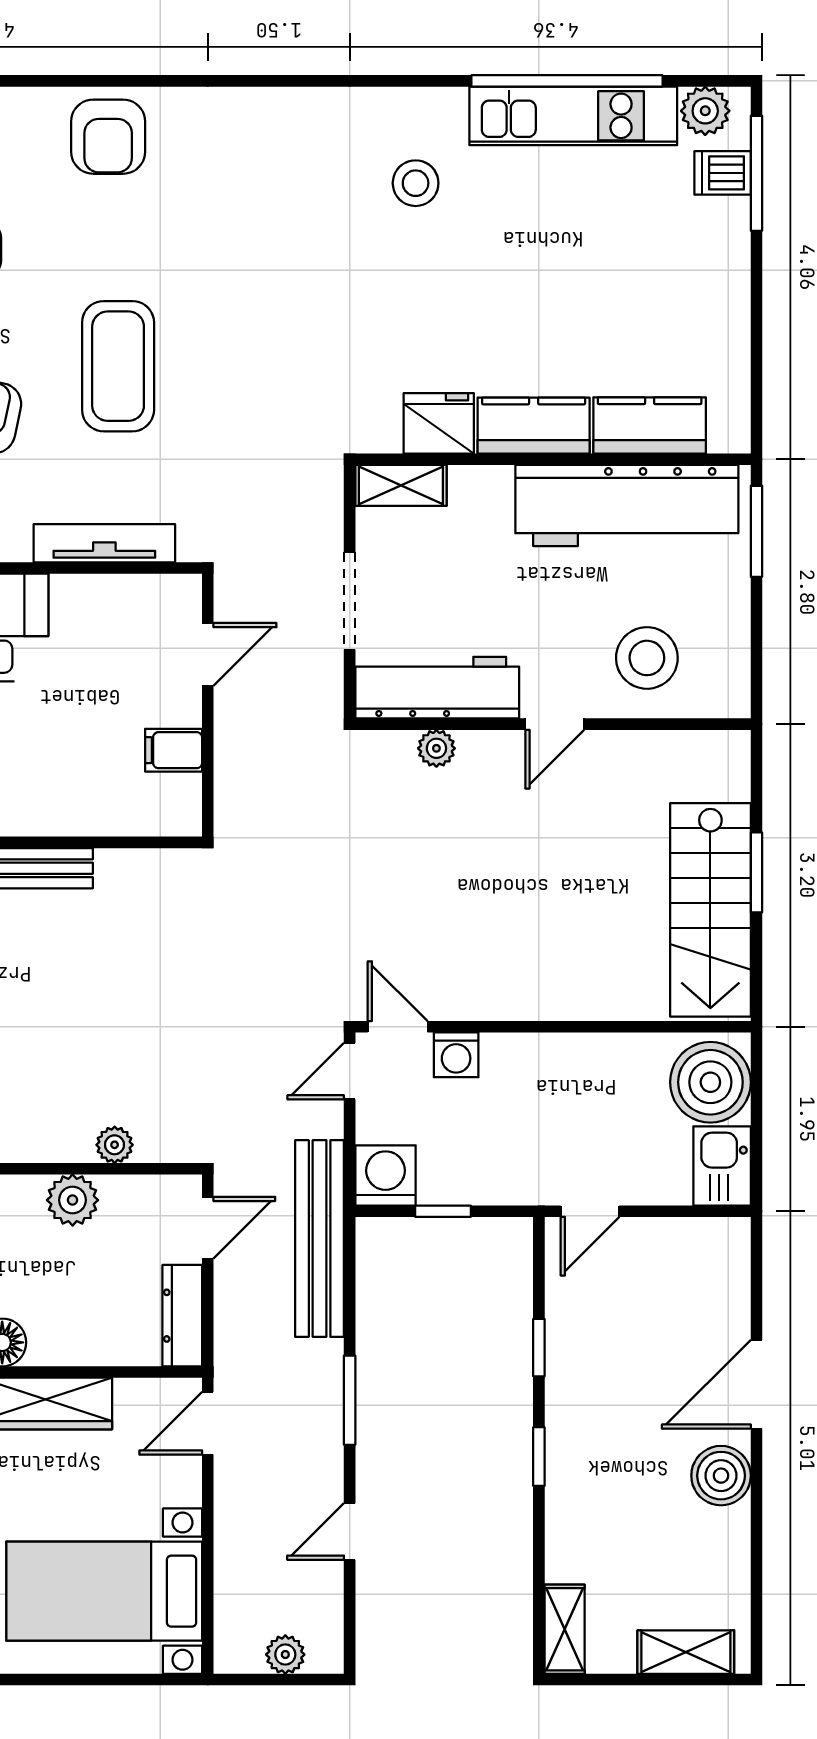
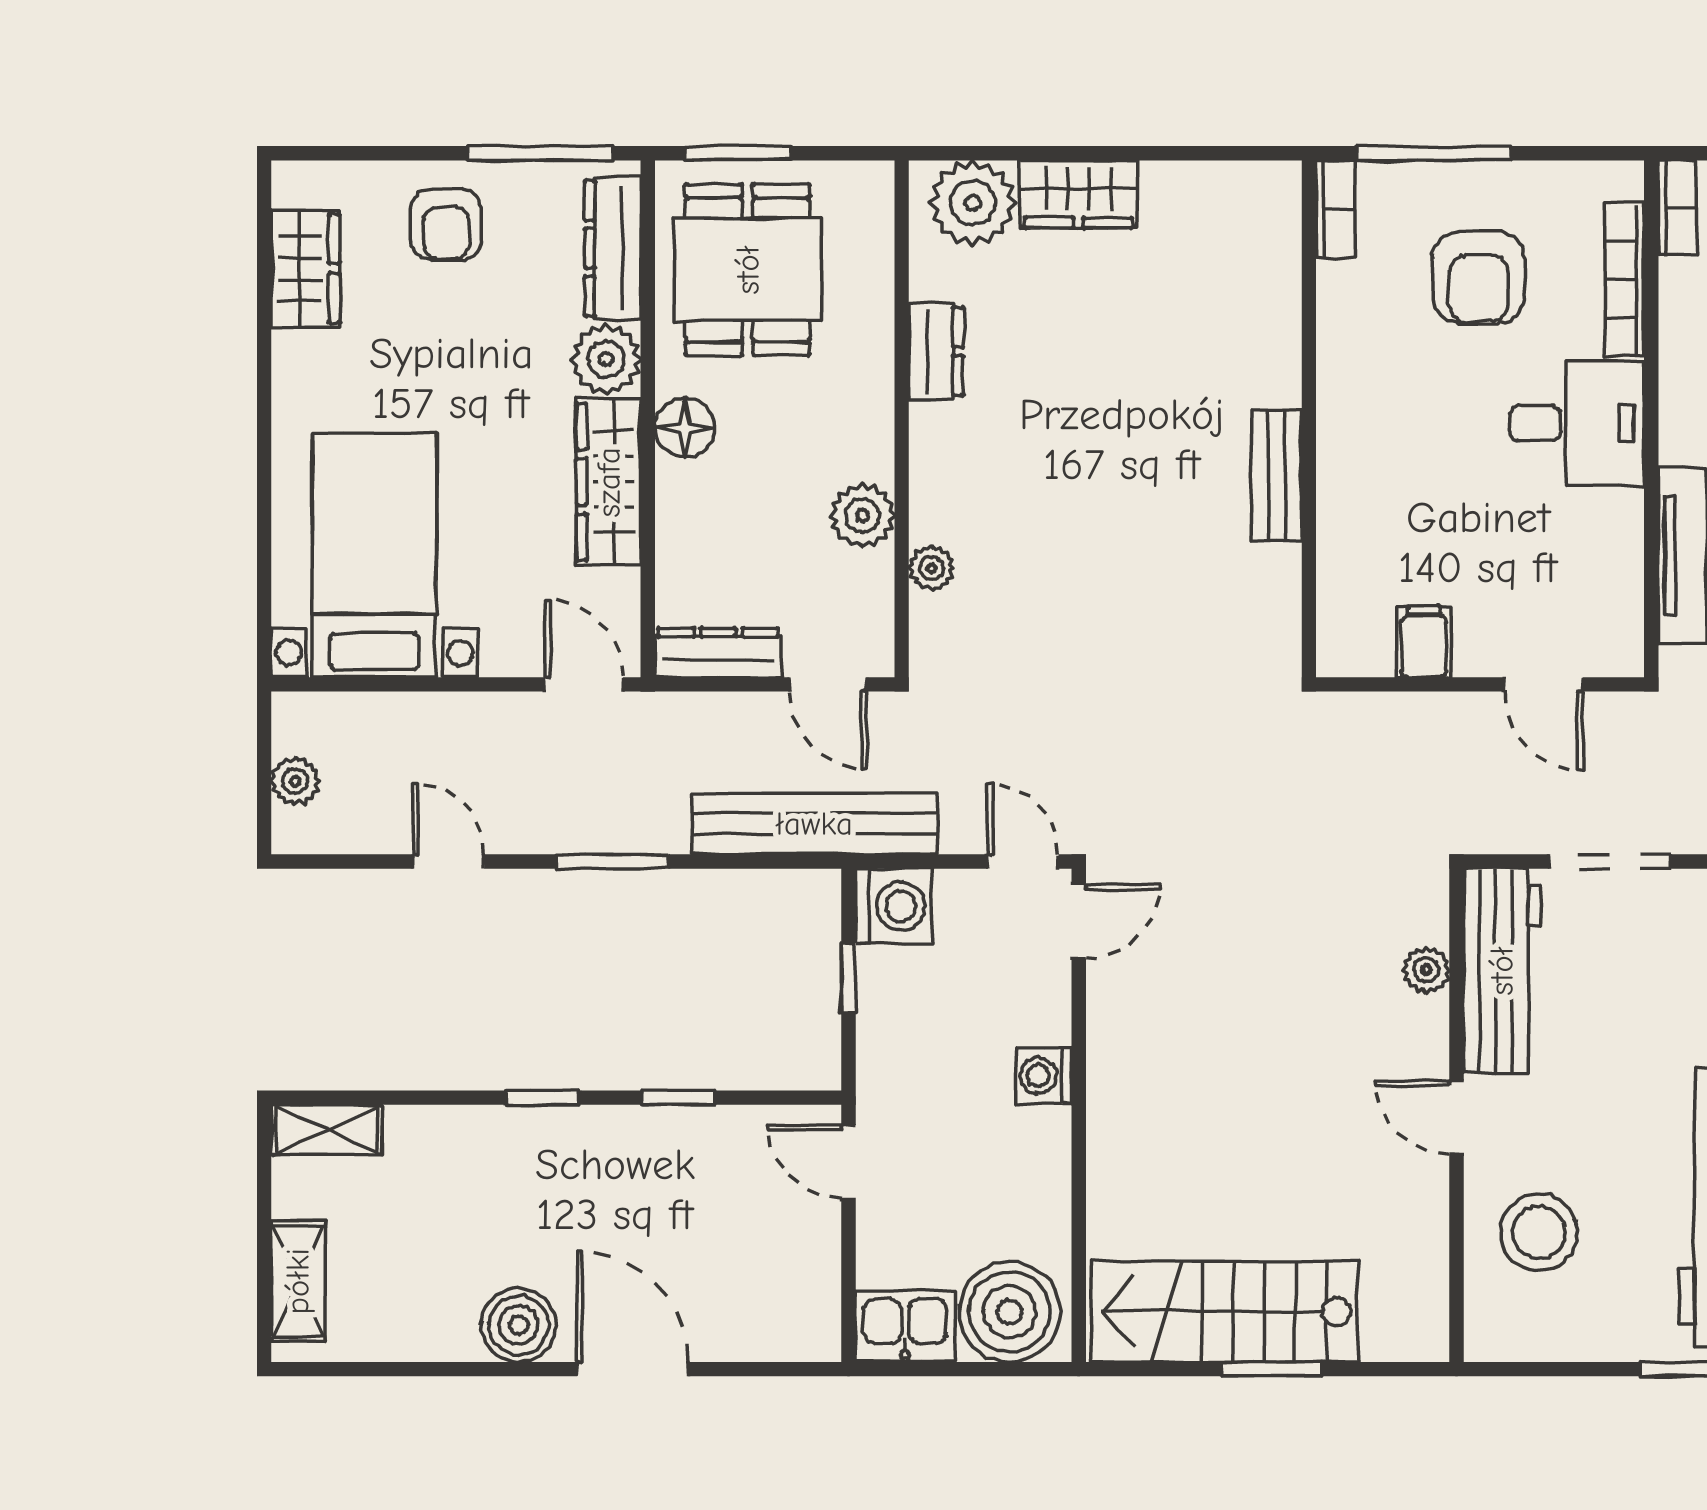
washing machine: (456, 1055) -> (1044, 1076), moved

